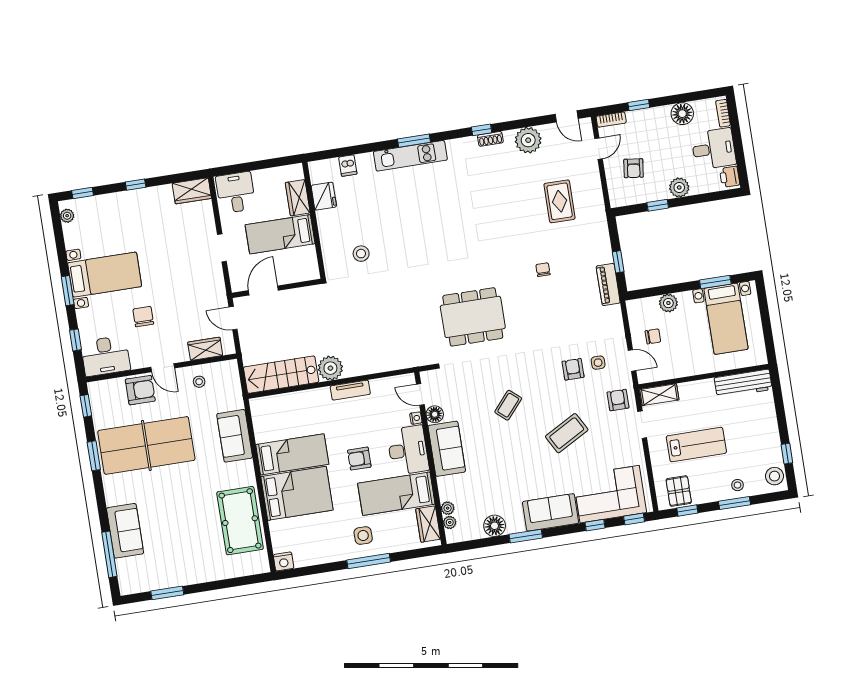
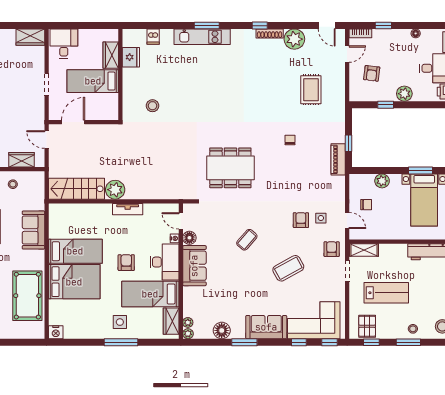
floor lamp: (682, 114) -> (416, 33), width x0.53, depth x0.53
shoe rack: (490, 139) -> (270, 33), width x1.43
armchair: (359, 459) -> (126, 263), turned 90
plant: (448, 508) -> (188, 334), moved

